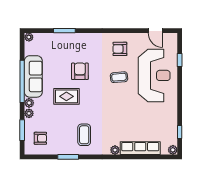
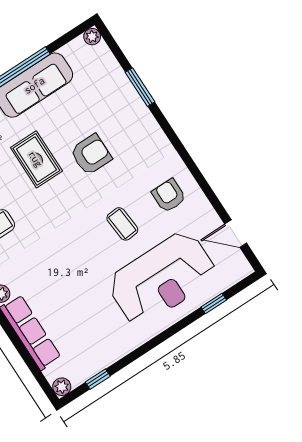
door: (155, 31) -> (236, 234), hinge flipped

